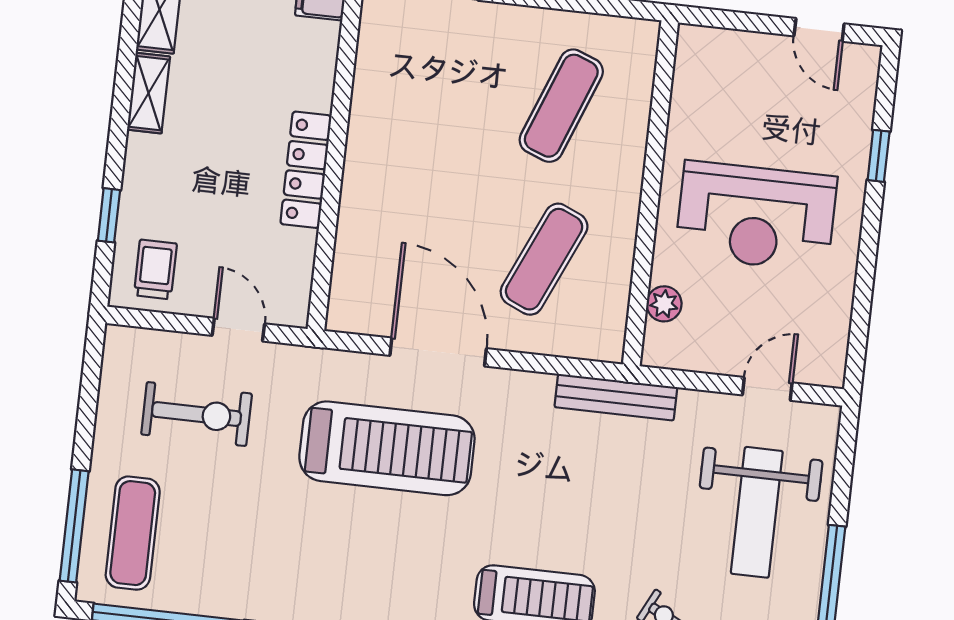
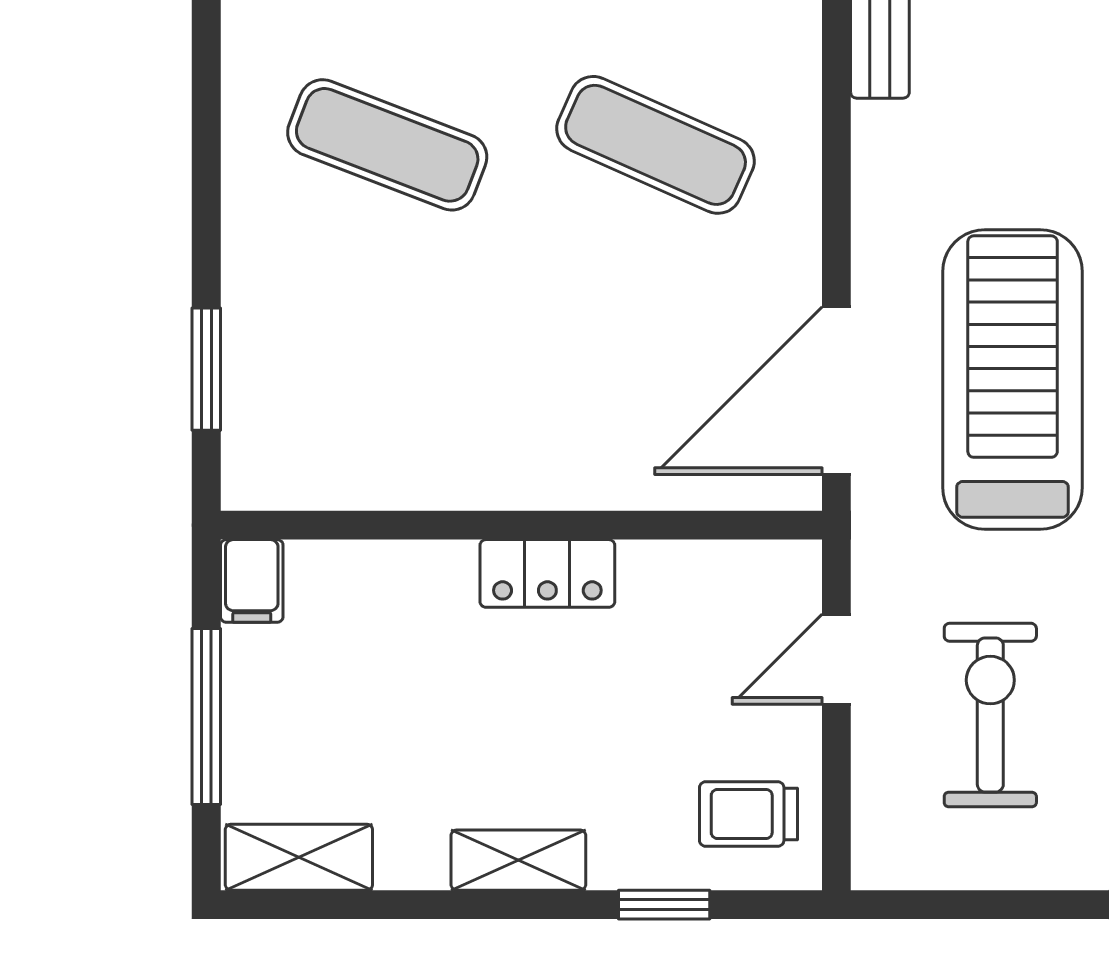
shelving: (149, 93) -> (518, 860), moved
locker: (306, 170) -> (547, 573), width x0.66
door: (438, 352) -> (836, 391), moved

